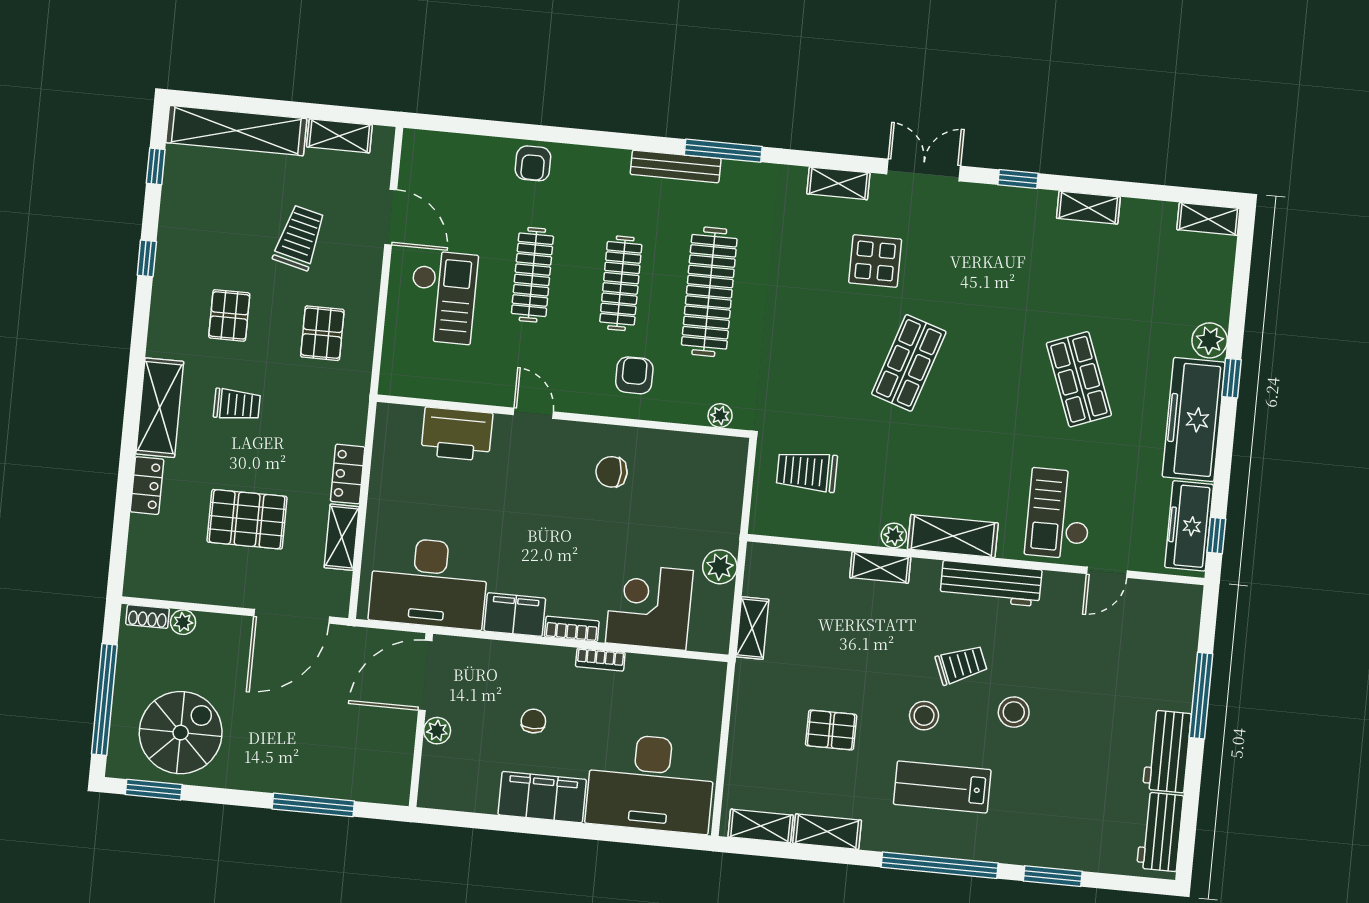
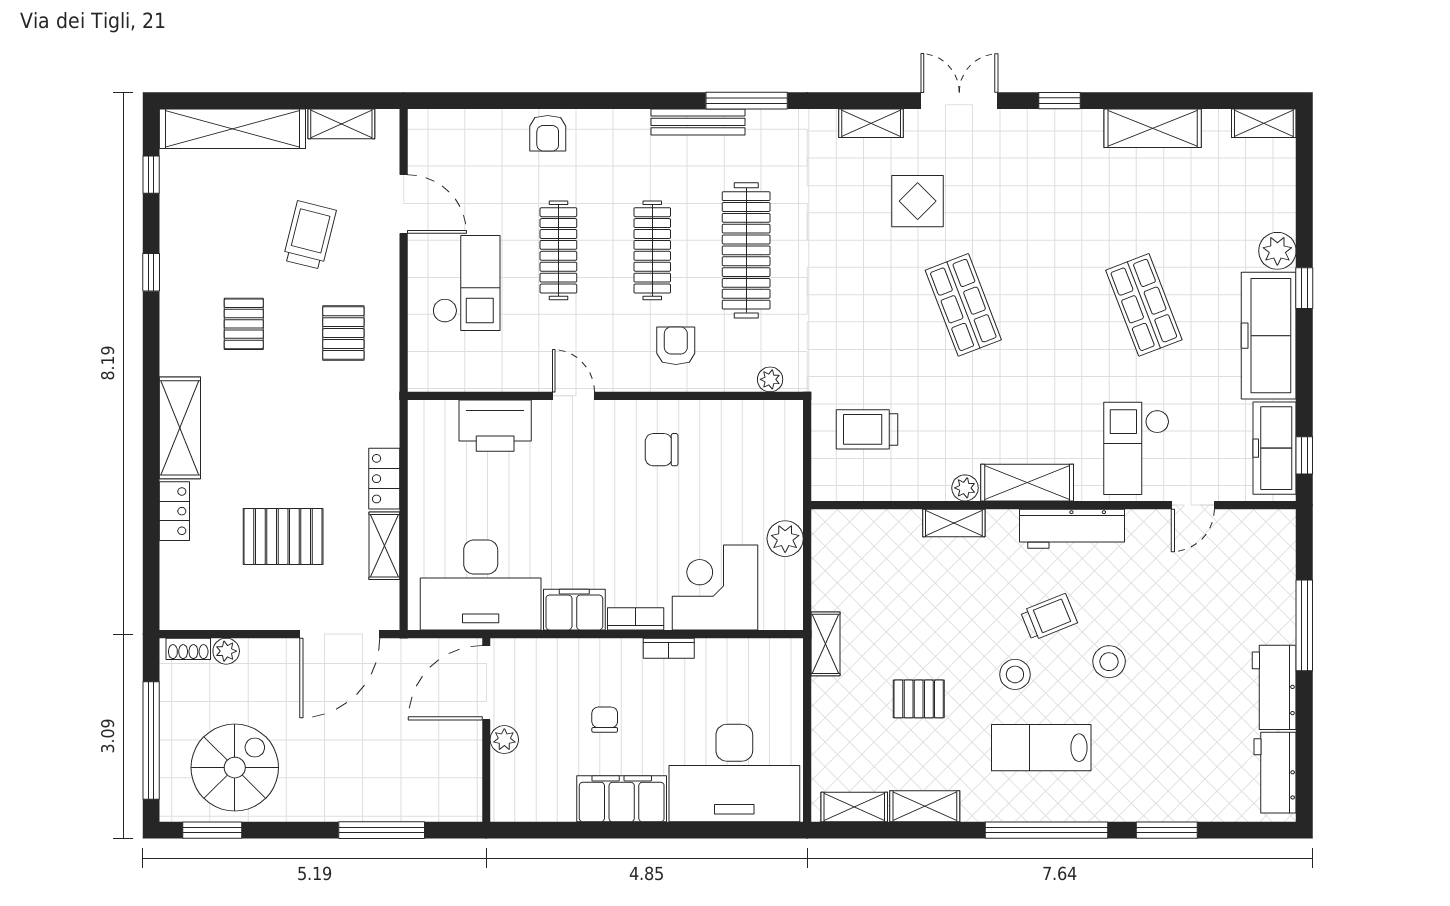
shelving: (1088, 208) -> (1153, 128), width x1.50, depth x1.33
shop shelf: (909, 363) -> (963, 305), turned -39
trolley: (237, 405) -> (261, 417), removed
shelving: (752, 628) -> (825, 644), moved

